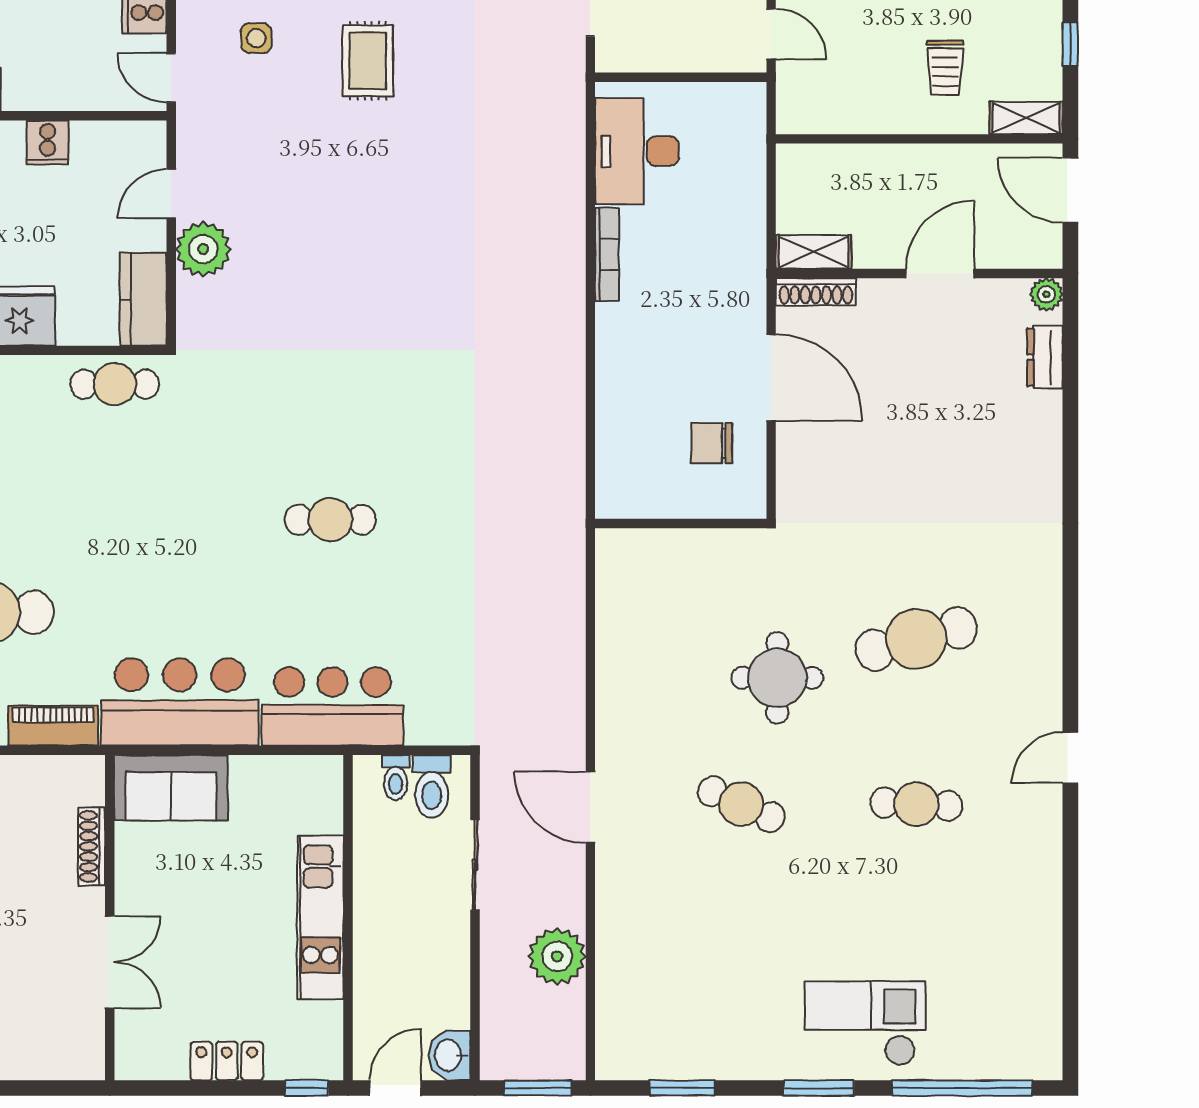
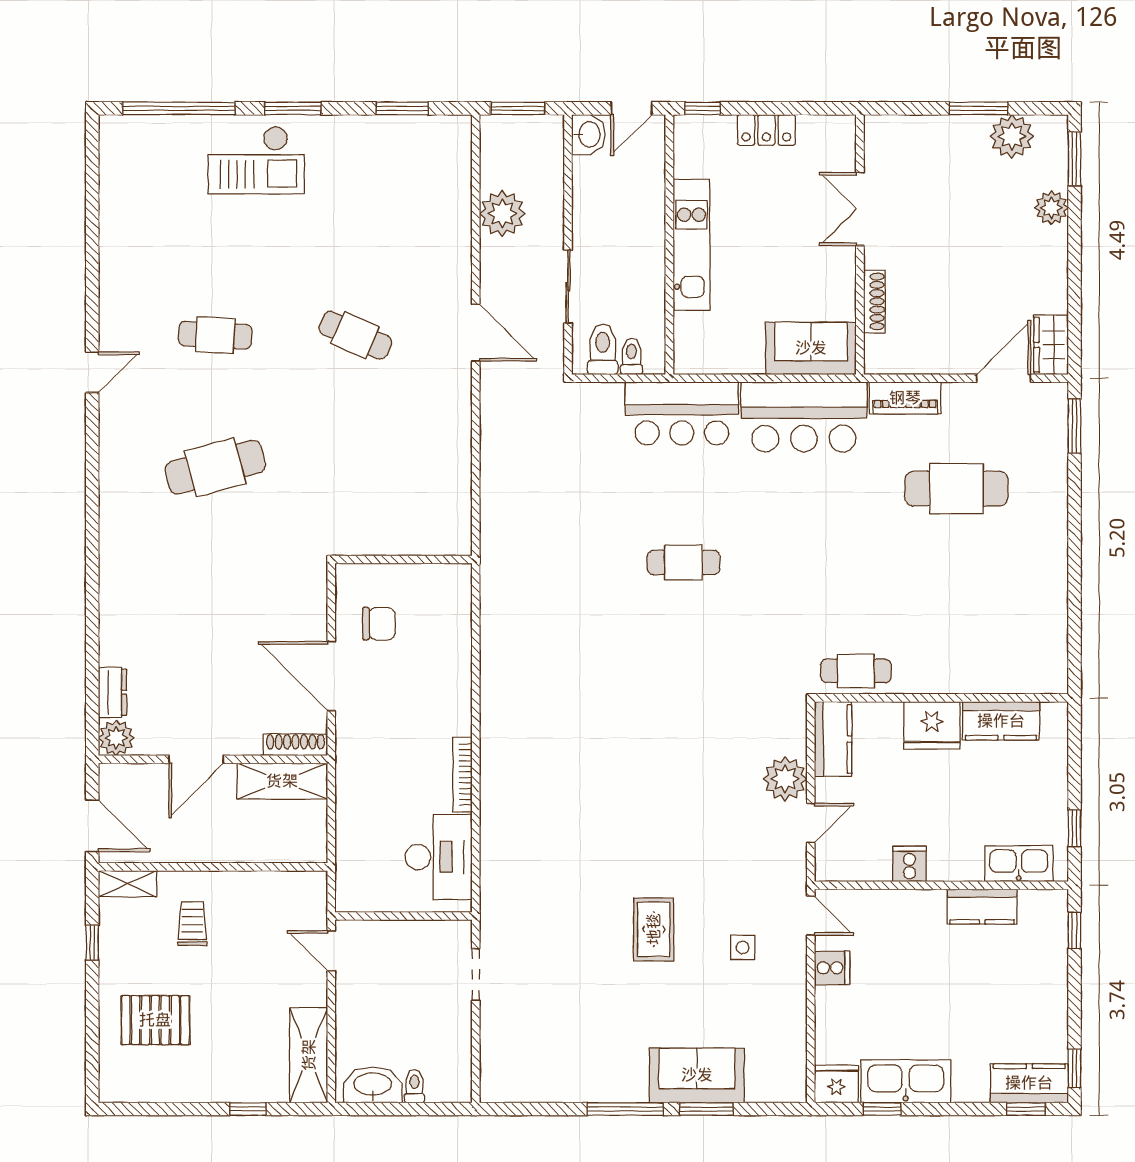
shelving: (814, 252) -> (282, 781), width x1.50, depth x1.33
plant: (1046, 294) -> (116, 738), width x1.38, depth x1.38
round table: (777, 678) -> (326, 436), removed

